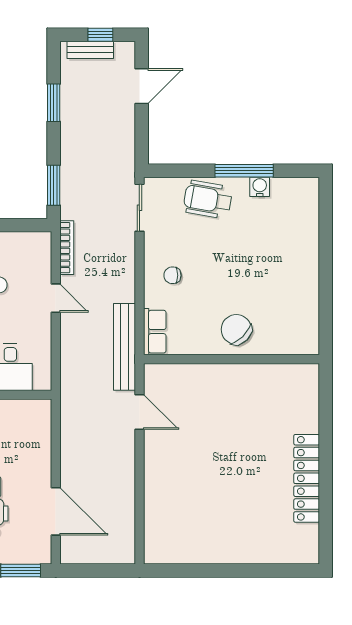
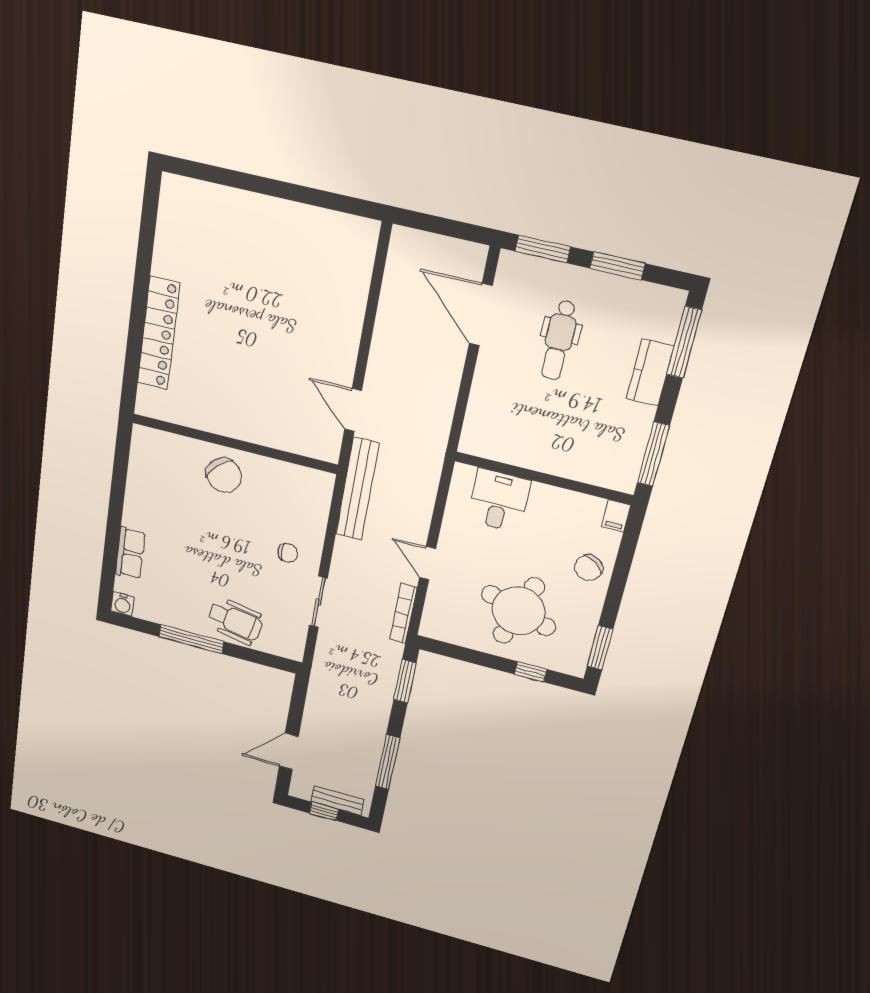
window: (54, 103) -> (388, 762), width x1.44
water cooler: (260, 187) -> (123, 604), moved
sliding door: (139, 208) -> (318, 602), moved
row of seats: (155, 332) -> (130, 553), moved, turned 180
locker: (307, 478) -> (159, 333), moved

